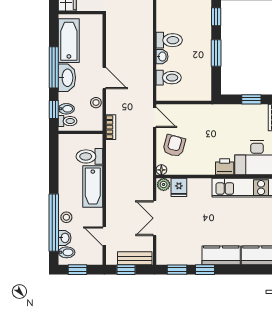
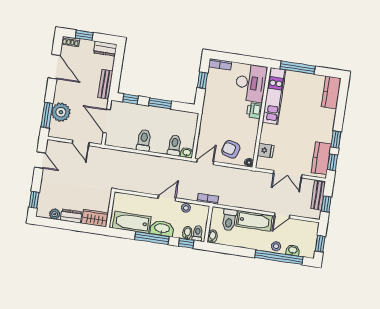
washbasin: (162, 57) -> (187, 153), moved
plant: (164, 185) -> (261, 163), removed
door: (104, 236) -> (282, 216), moved
bidet: (67, 252) -> (212, 236), moved
kitchen counter: (221, 255) -> (321, 158), moved

